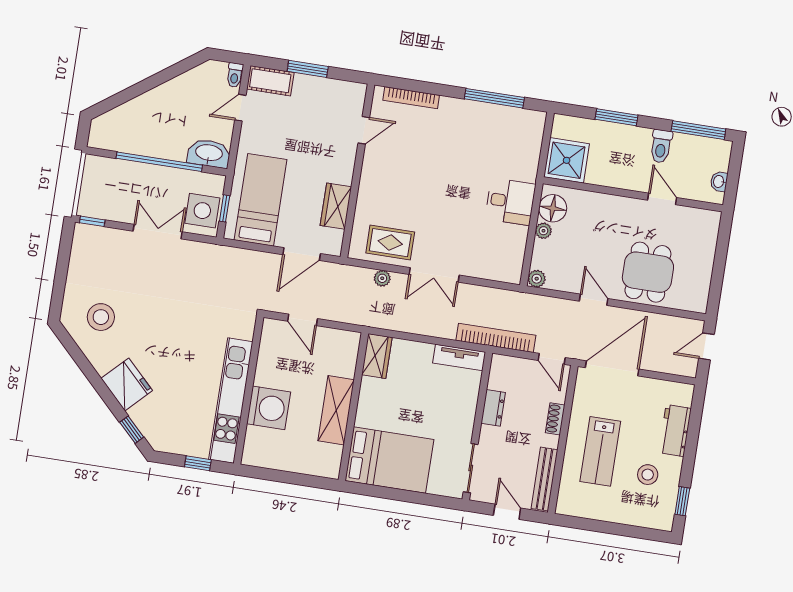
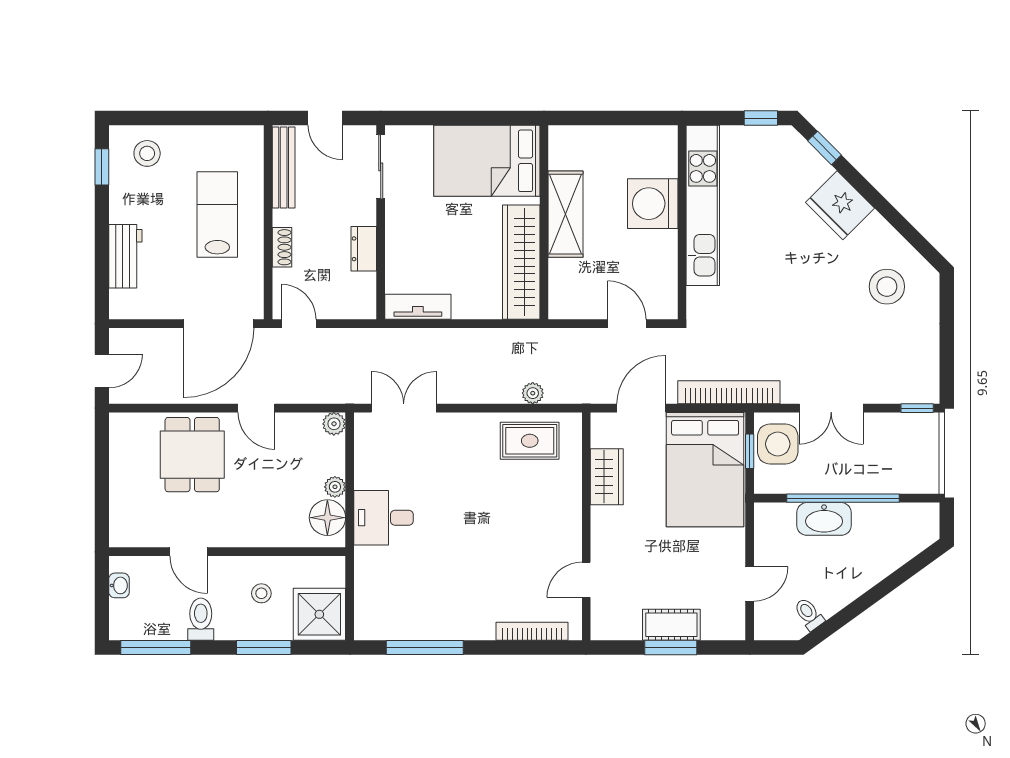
toilet: (235, 75) -> (809, 614), moved, turned -36
cot: (270, 81) -> (671, 625), moved
washbasin: (209, 153) -> (824, 519), moved
stool: (612, 159) -> (261, 593), added
shower: (567, 160) -> (319, 614), moved
bed: (261, 200) -> (705, 470), width x1.50
double door: (434, 275) -> (404, 408), moved
bookcase: (496, 338) -> (729, 392), moved, turned 180
wardrobe: (377, 356) -> (521, 262), width x2.10, depth x1.17
window: (198, 463) -> (761, 118), moved
stool: (648, 475) -> (147, 153), moved

